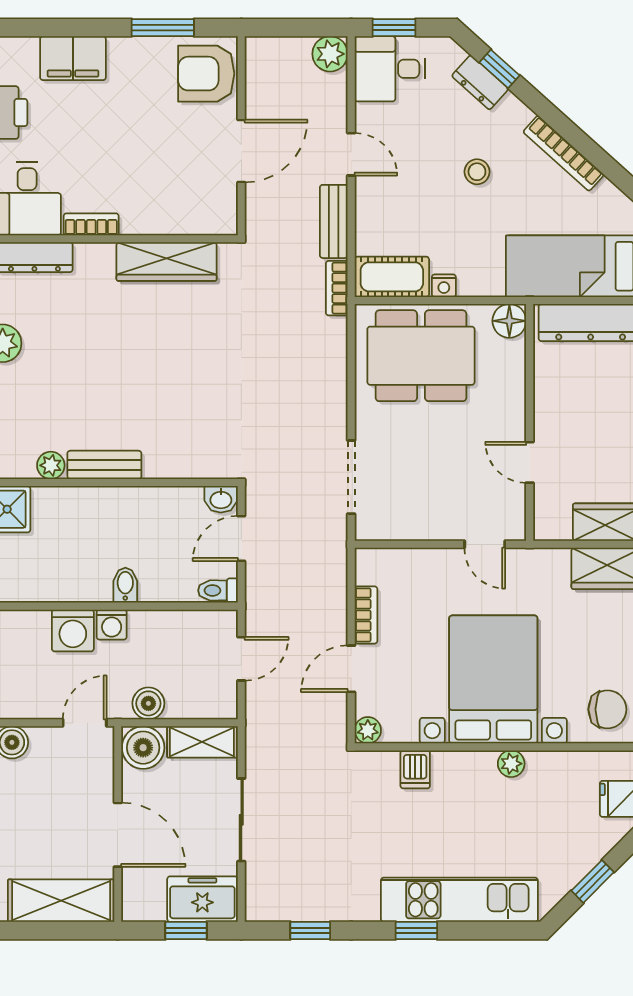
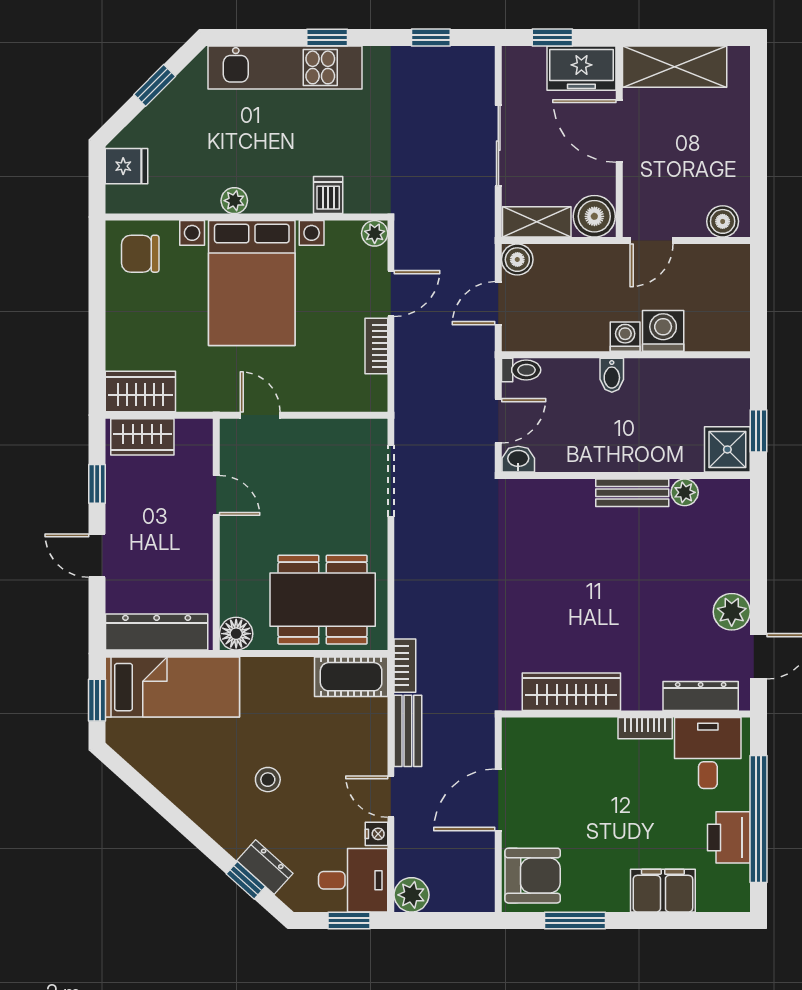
bookcase: (563, 153) -> (183, 798), removed
nightstand: (444, 286) -> (376, 834), moved, turned 90
boiler: (148, 703) -> (517, 260), moved
freezer: (202, 899) -> (581, 68), moved

